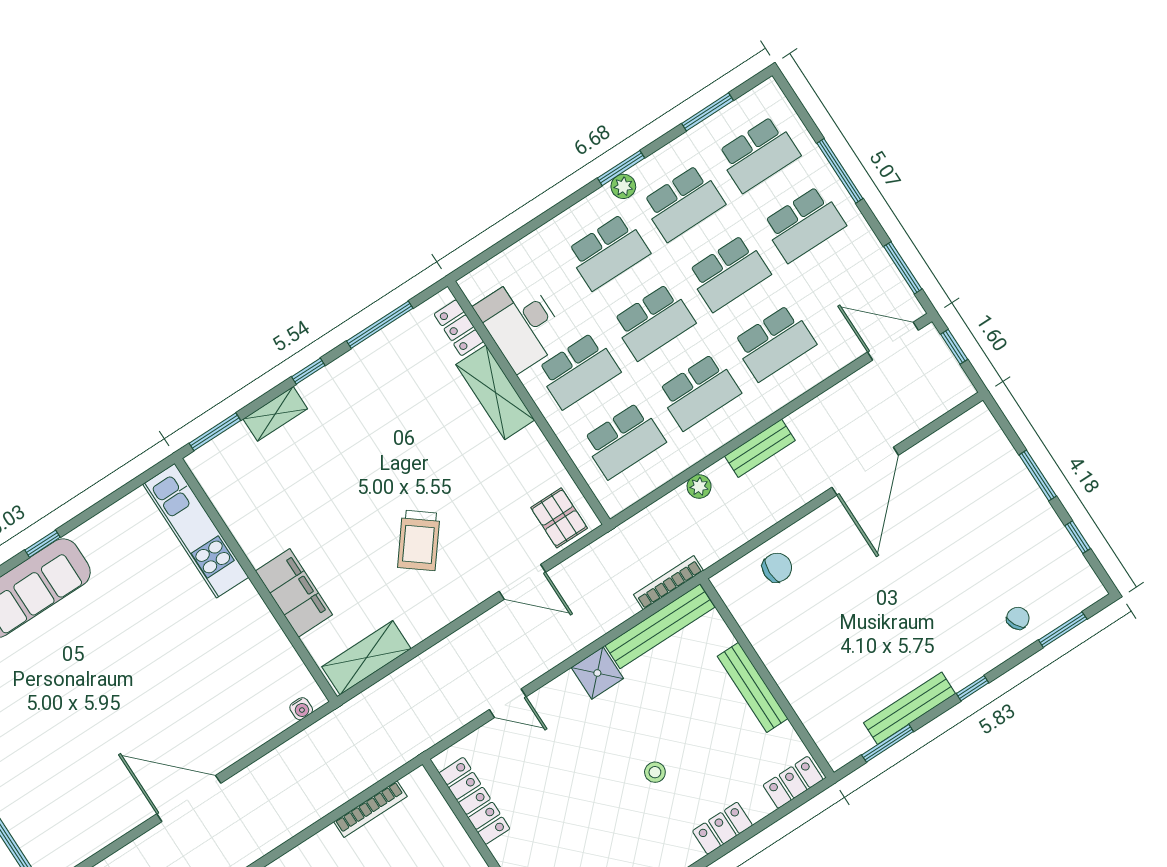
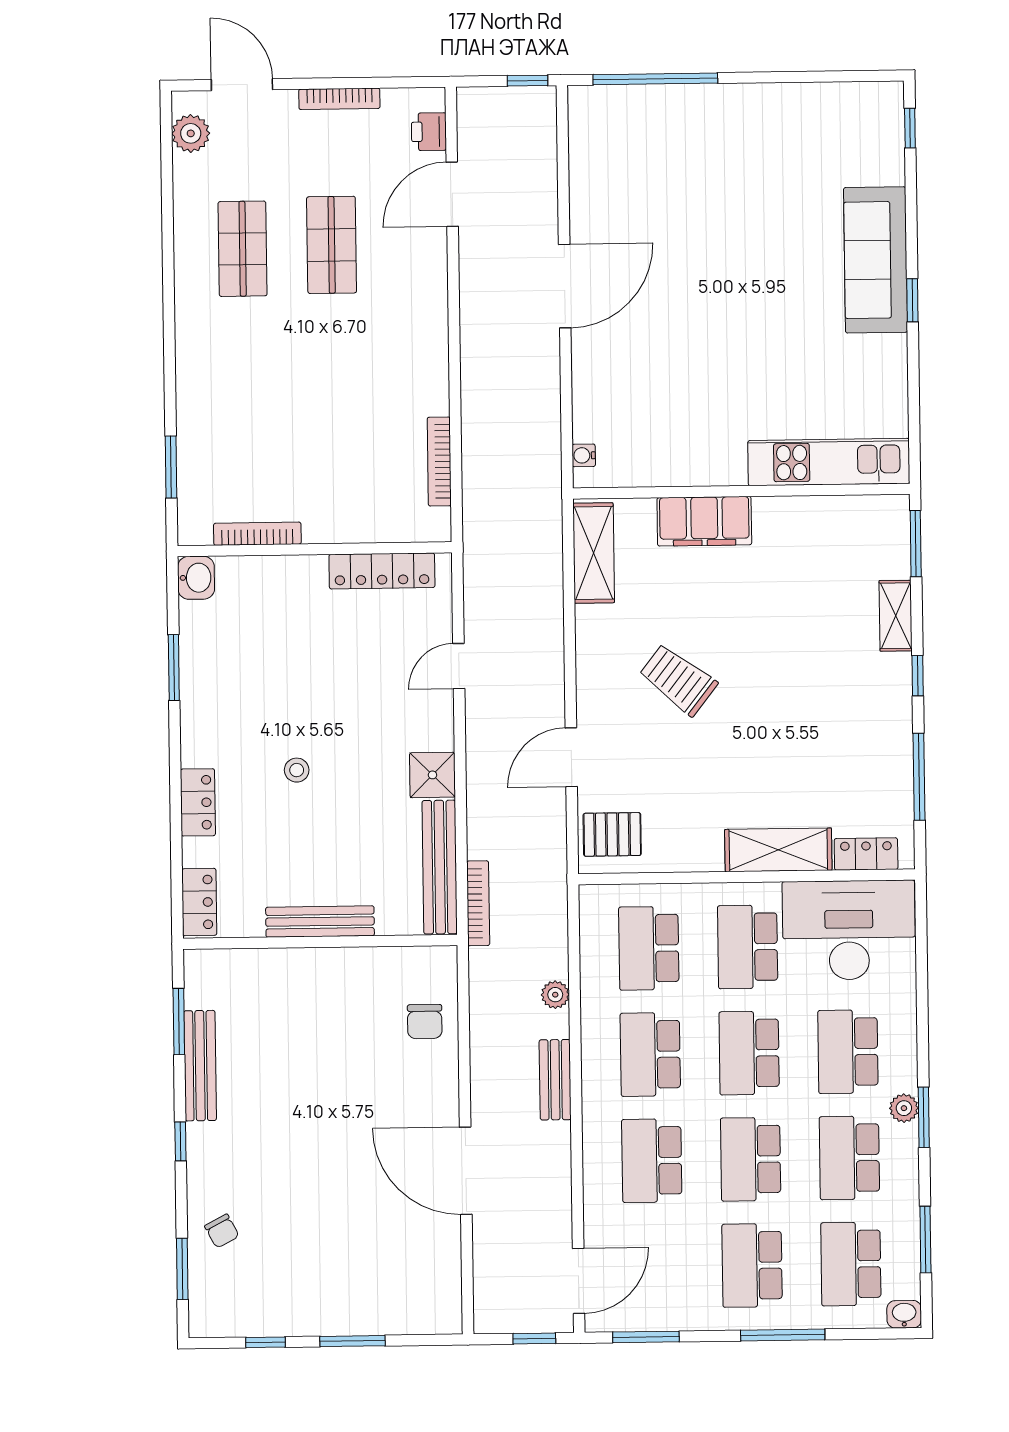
washbasin: (770, 94) -> (904, 1314), added
desk: (521, 324) -> (849, 930), width x1.36, depth x1.30

